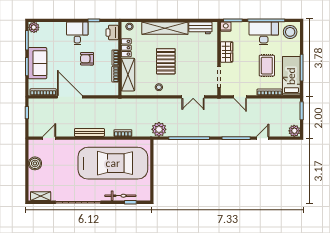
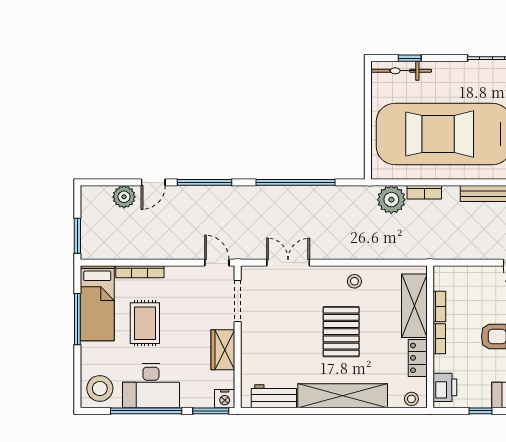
door: (240, 97) -> (217, 263), moved
plant: (159, 129) -> (391, 200), moved
plant: (294, 131) -> (124, 197), moved
bicycle: (120, 196) -> (401, 71), moved

